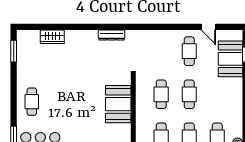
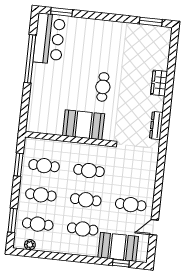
wardrobe: (52, 37) -> (159, 83), moved
cafe table: (217, 94) -> (83, 229), added
cafe table: (32, 102) -> (103, 87), moved, turned 90

